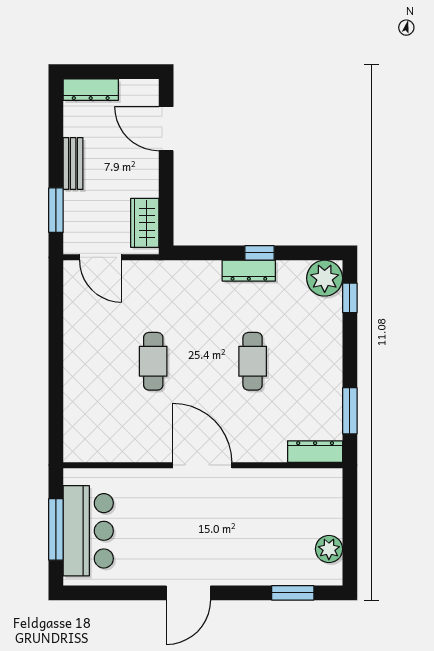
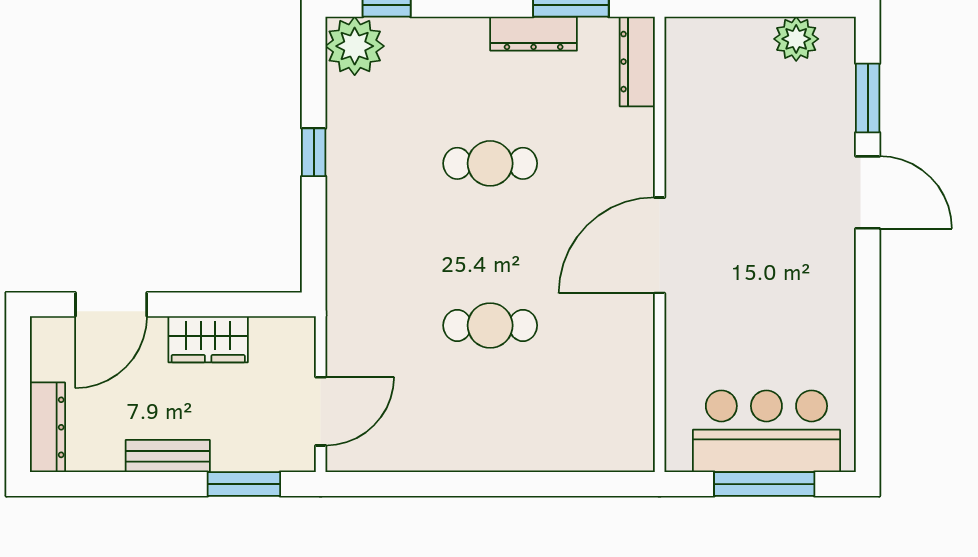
wardrobe: (145, 223) -> (208, 339), moved
dresser: (249, 271) -> (534, 34), moved, turned 90
door: (188, 593) -> (868, 192), moved

